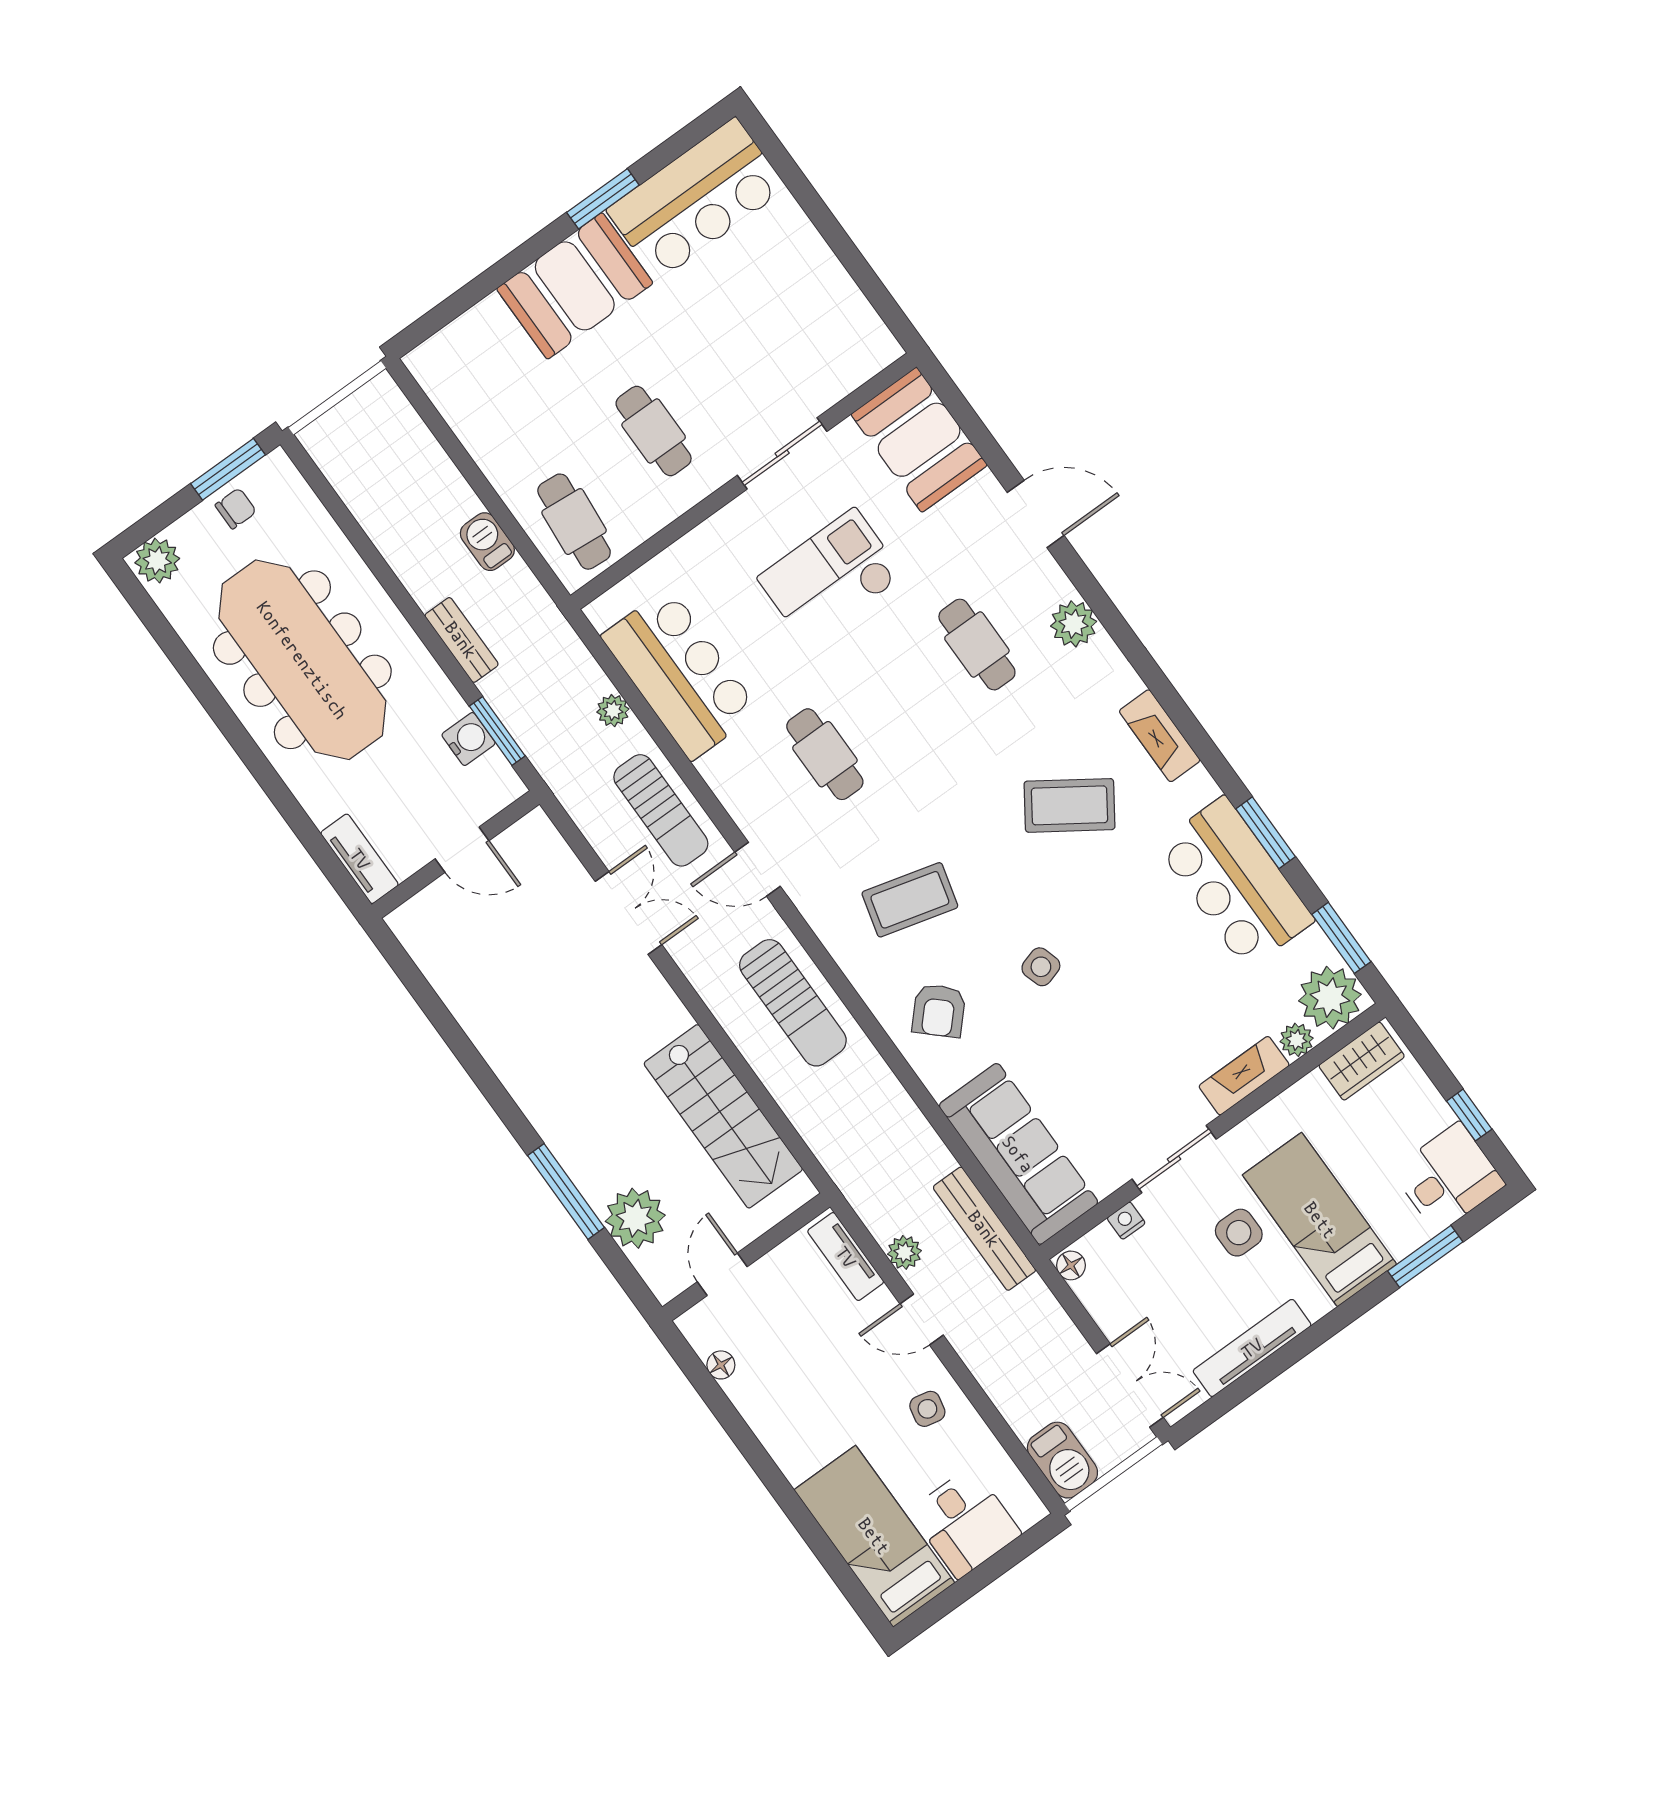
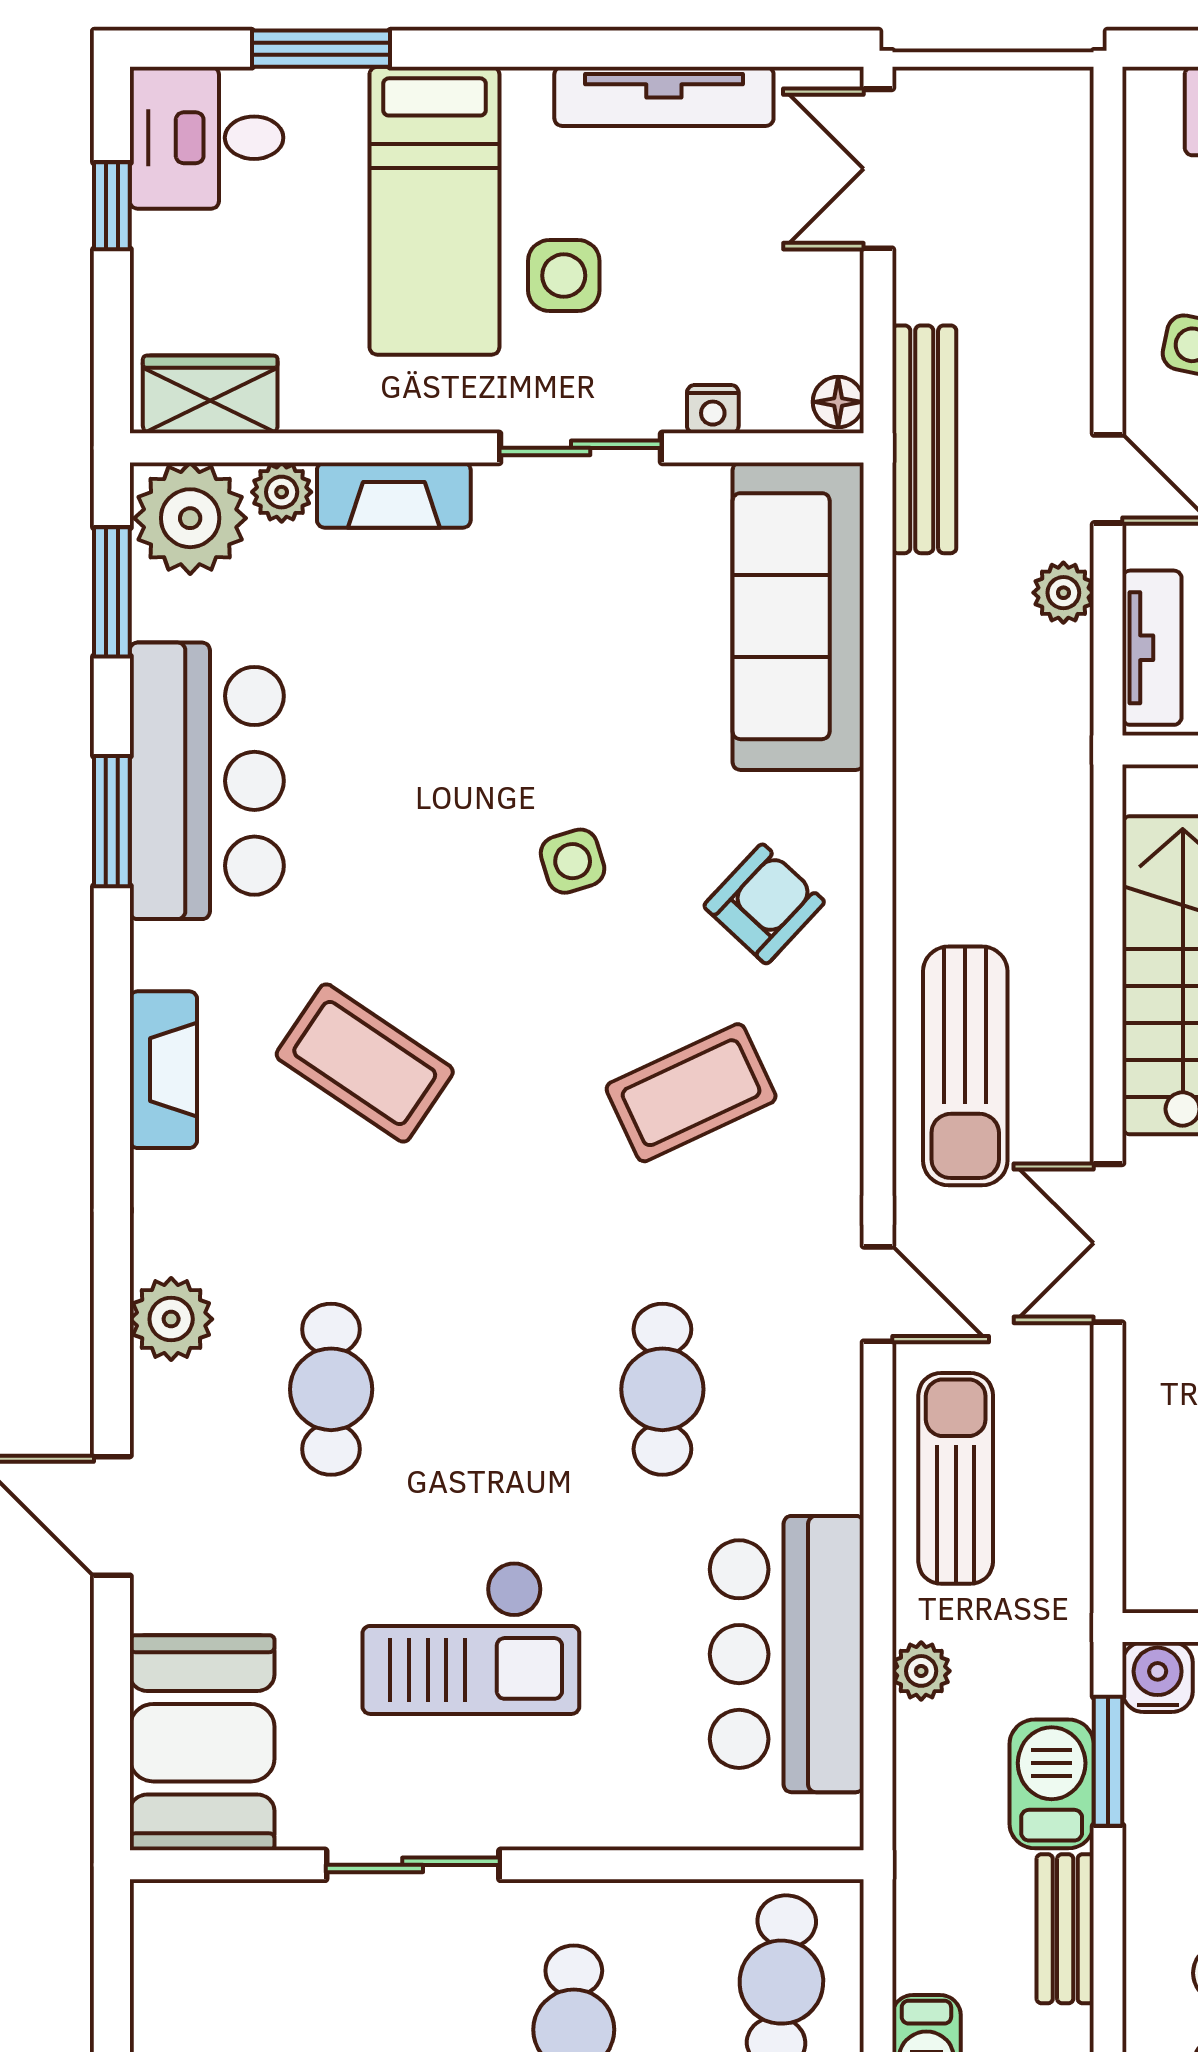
water cooler: (468, 739) -> (1158, 1677), moved, turned 90
coffee table: (910, 900) -> (691, 1093), turned -40
double door: (629, 913) -> (1108, 1243), moved
sun lounger: (793, 1003) -> (965, 1066), turned 180
bench: (984, 1229) -> (924, 439), moved
barbecue: (1062, 1460) -> (1052, 1784), moved

